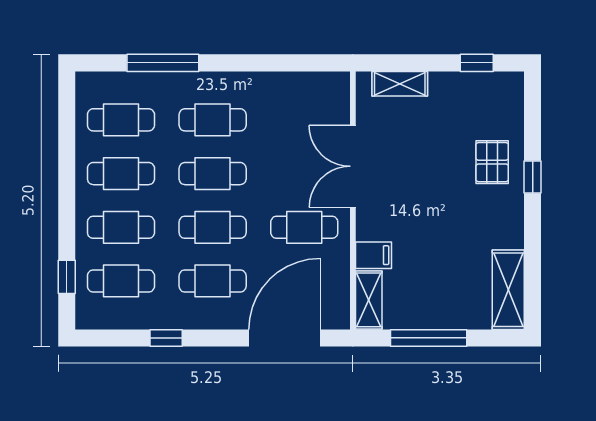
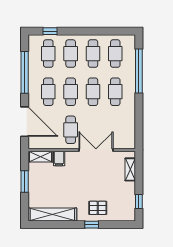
window: (163, 63) -> (139, 71), width x1.46
shelving: (508, 290) -> (52, 215), width x1.47
window: (166, 338) -> (25, 72), width x3.17
window: (429, 338) -> (25, 181), width x0.69

